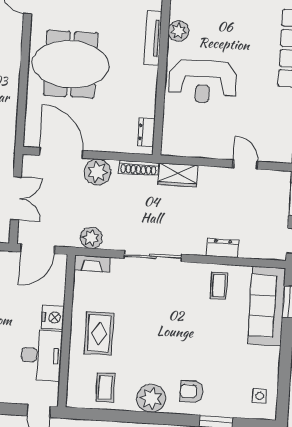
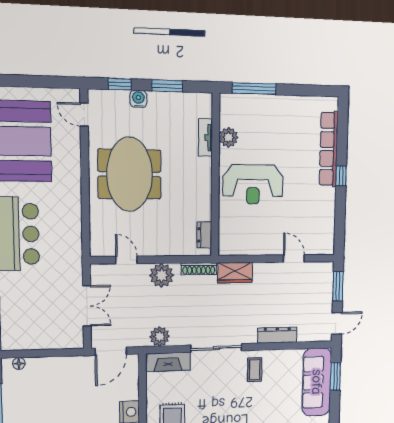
tv unit: (153, 38) -> (205, 138), width x0.71
meeting table: (71, 64) -> (130, 174), turned 90
door: (61, 153) -> (127, 260), width x0.53
dresser: (223, 248) -> (277, 335), width x1.44
fireplace: (92, 264) -> (168, 362), width x1.37, depth x1.32
coffee table: (219, 285) -> (255, 370), moved

